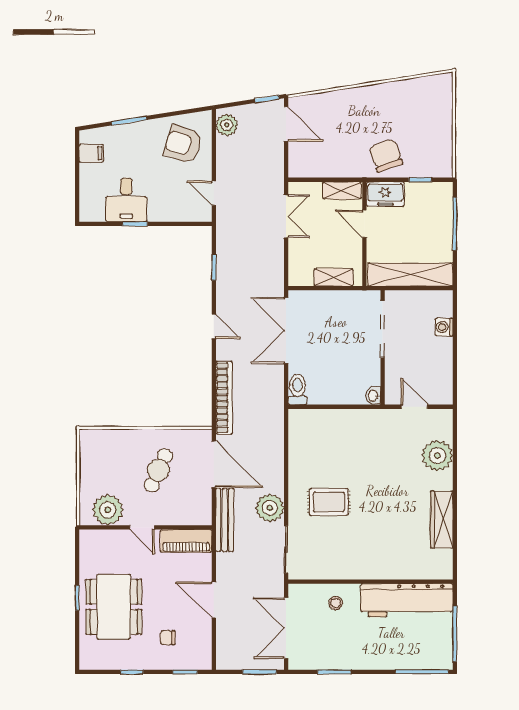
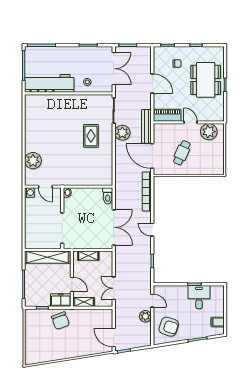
plant: (227, 125) -> (145, 316), moved
washing machine: (444, 327) -> (29, 193), moved
rug: (329, 502) -> (91, 136), turned 90
wardrobe: (442, 519) -> (31, 127), removed

